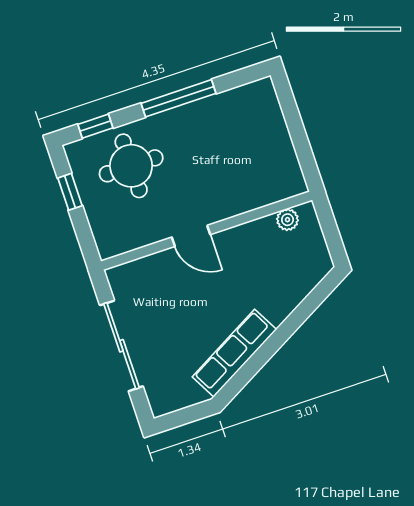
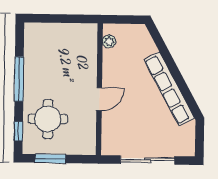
window: (70, 192) -> (50, 159), width x1.50
row of seats: (234, 353) -> (169, 89), width x1.36

